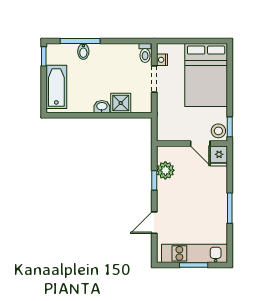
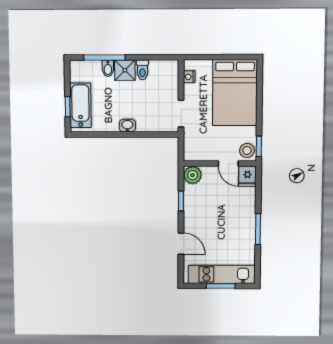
toilet: (145, 53) -> (142, 70), moved
window: (44, 56) -> (68, 107), moved
doorway: (154, 79) -> (181, 114), moved
shower: (121, 103) -> (125, 70), moved
plant: (165, 170) -> (193, 175), moved
door: (154, 223) -> (181, 244), swing flipped

